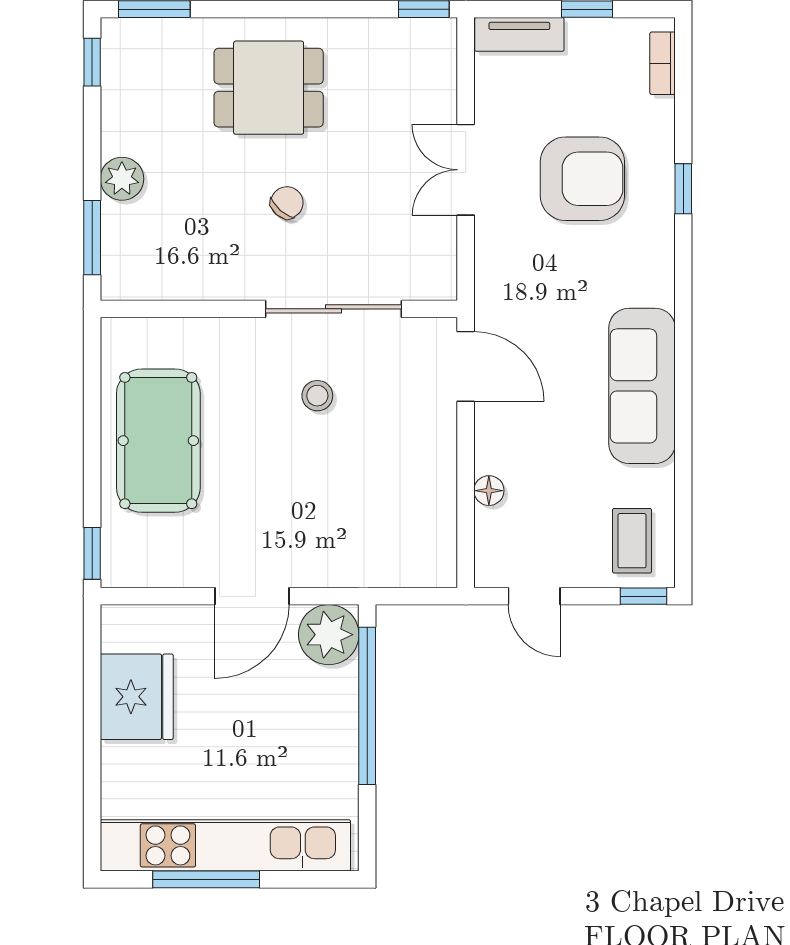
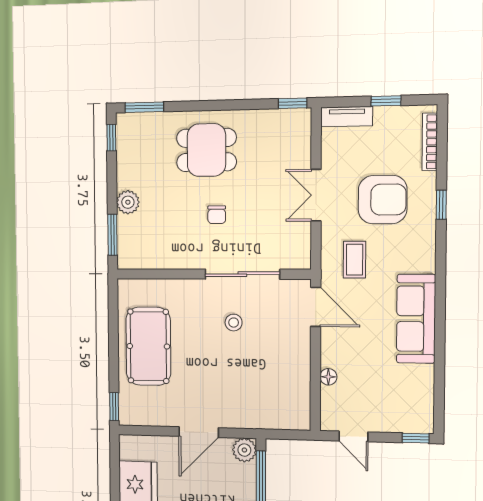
bookcase: (662, 63) -> (430, 142), width x1.56
chair: (287, 203) -> (217, 215), turned 139
coffee table: (632, 541) -> (355, 260), moved
plant: (329, 635) -> (244, 450), width x0.73, depth x0.73

